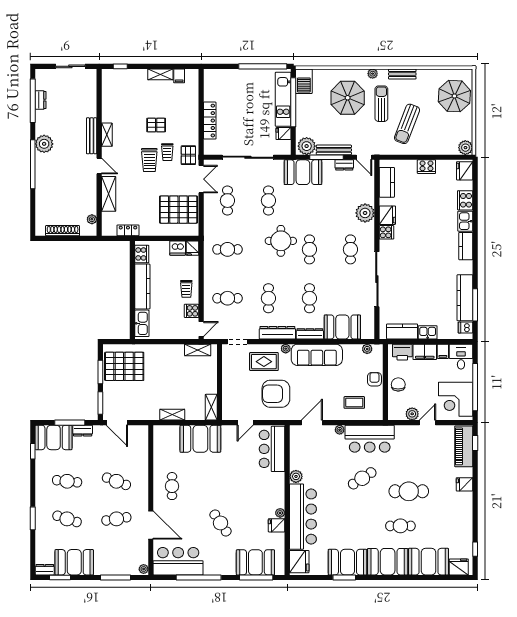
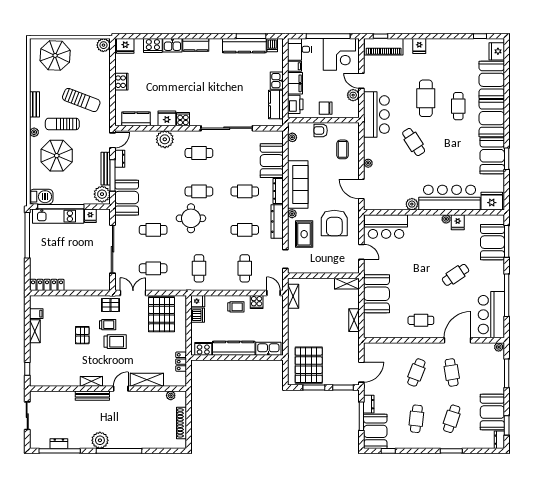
locker: (210, 121) -> (47, 285), moved
bar counter: (370, 439) -> (376, 115), moved

